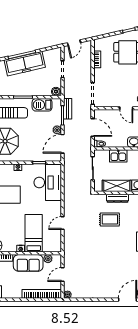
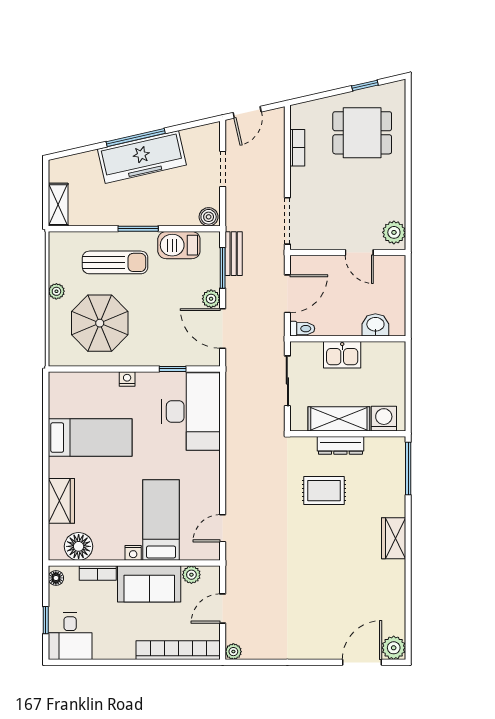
door: (93, 127) -> (287, 294), hinge flipped
door: (62, 144) -> (223, 329), hinge flipped
door: (62, 223) -> (223, 528), moved

